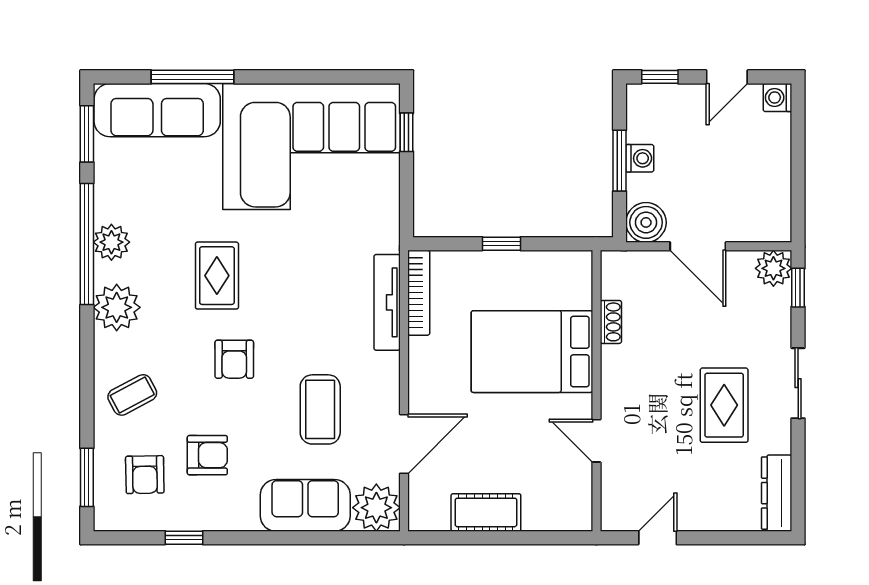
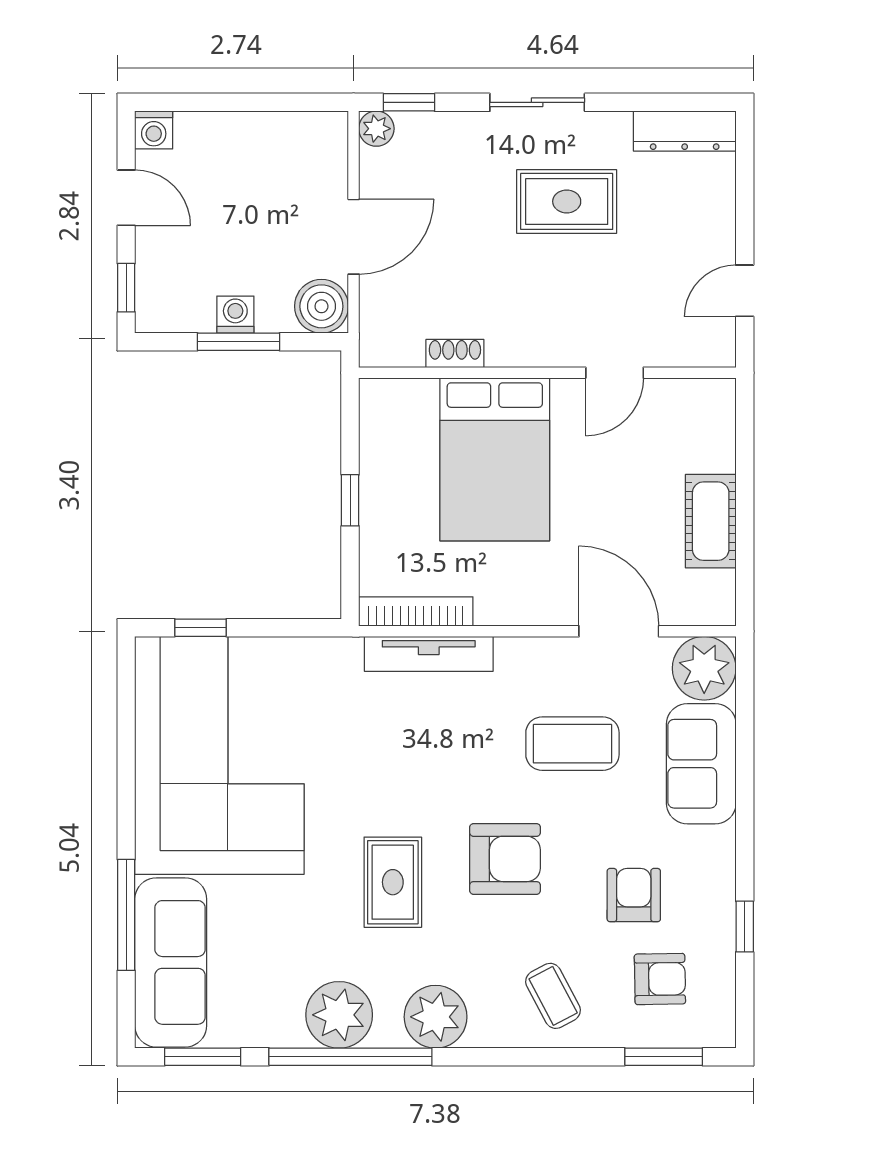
plant: (111, 242) -> (339, 1015), width x1.36, depth x1.36
plant: (773, 268) -> (376, 129), width x0.73, depth x0.73
rug: (217, 276) -> (393, 882), turned 90
armchair: (234, 359) -> (505, 859), width x1.38, depth x1.38
door: (658, 538) -> (745, 291), hinge flipped

